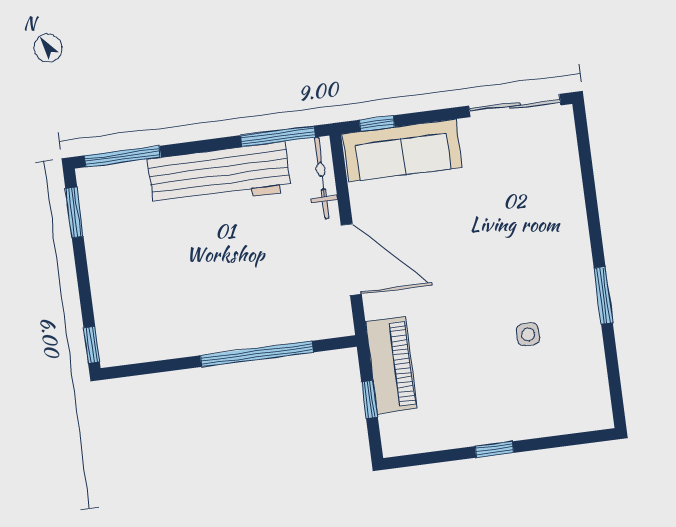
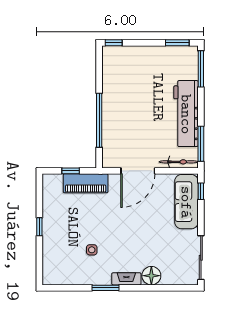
floor lamp: (566, 203) -> (151, 276), added
fireplace: (579, 255) -> (126, 279), added

